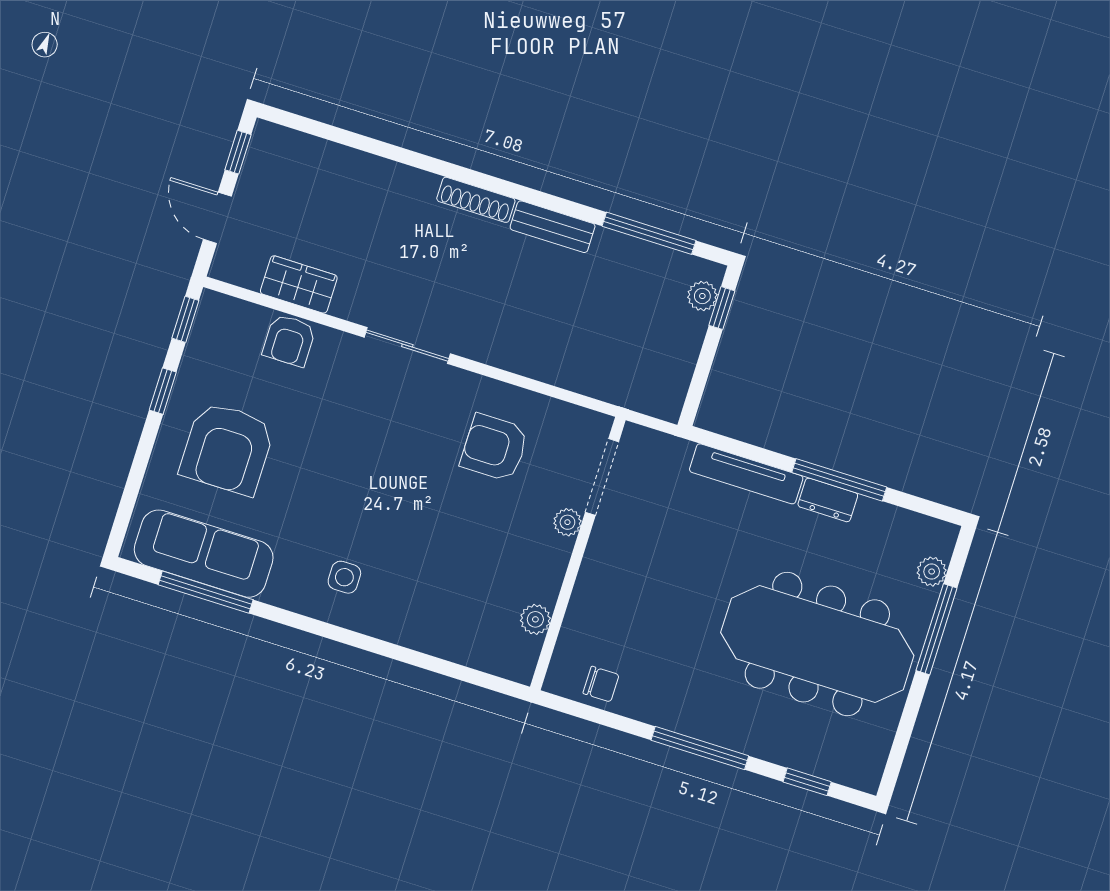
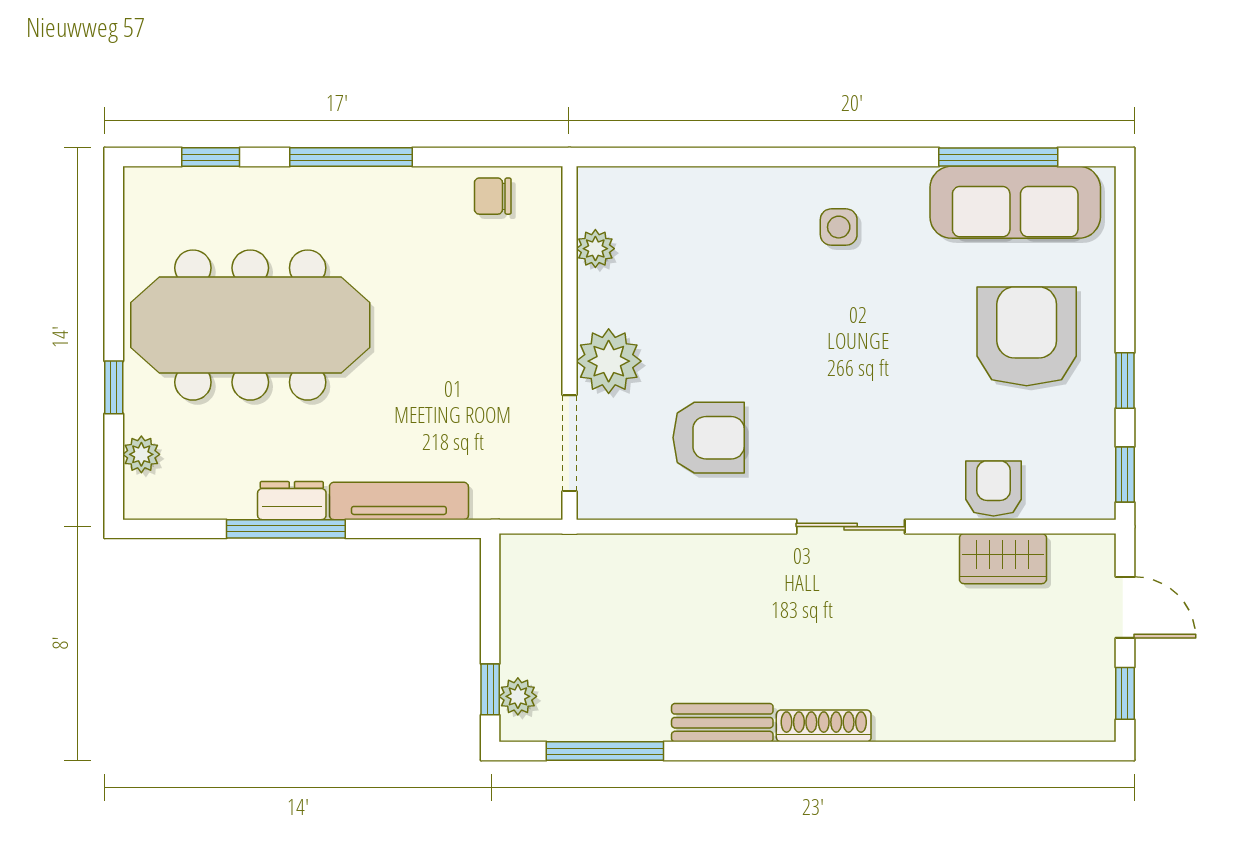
plant: (567, 522) -> (609, 361), width x1.88, depth x1.88
window: (937, 629) -> (114, 387), width x0.46

